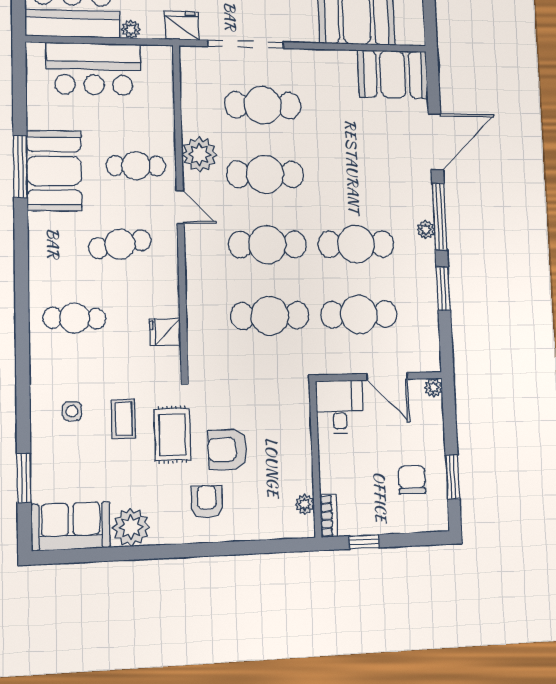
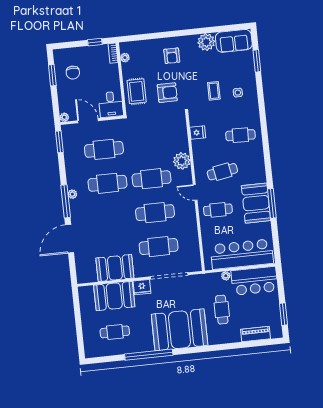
fridge: (182, 26) -> (142, 287), moved
bar counter: (94, 69) -> (242, 254), width x1.36
booth: (393, 74) -> (115, 268), moved
plant: (199, 154) -> (182, 161), moved
window: (443, 289) -> (59, 142), moved
cafe table: (270, 316) -> (148, 145), removed
rug: (172, 434) -> (137, 91), moved
armchair: (227, 450) -> (167, 93), moved

